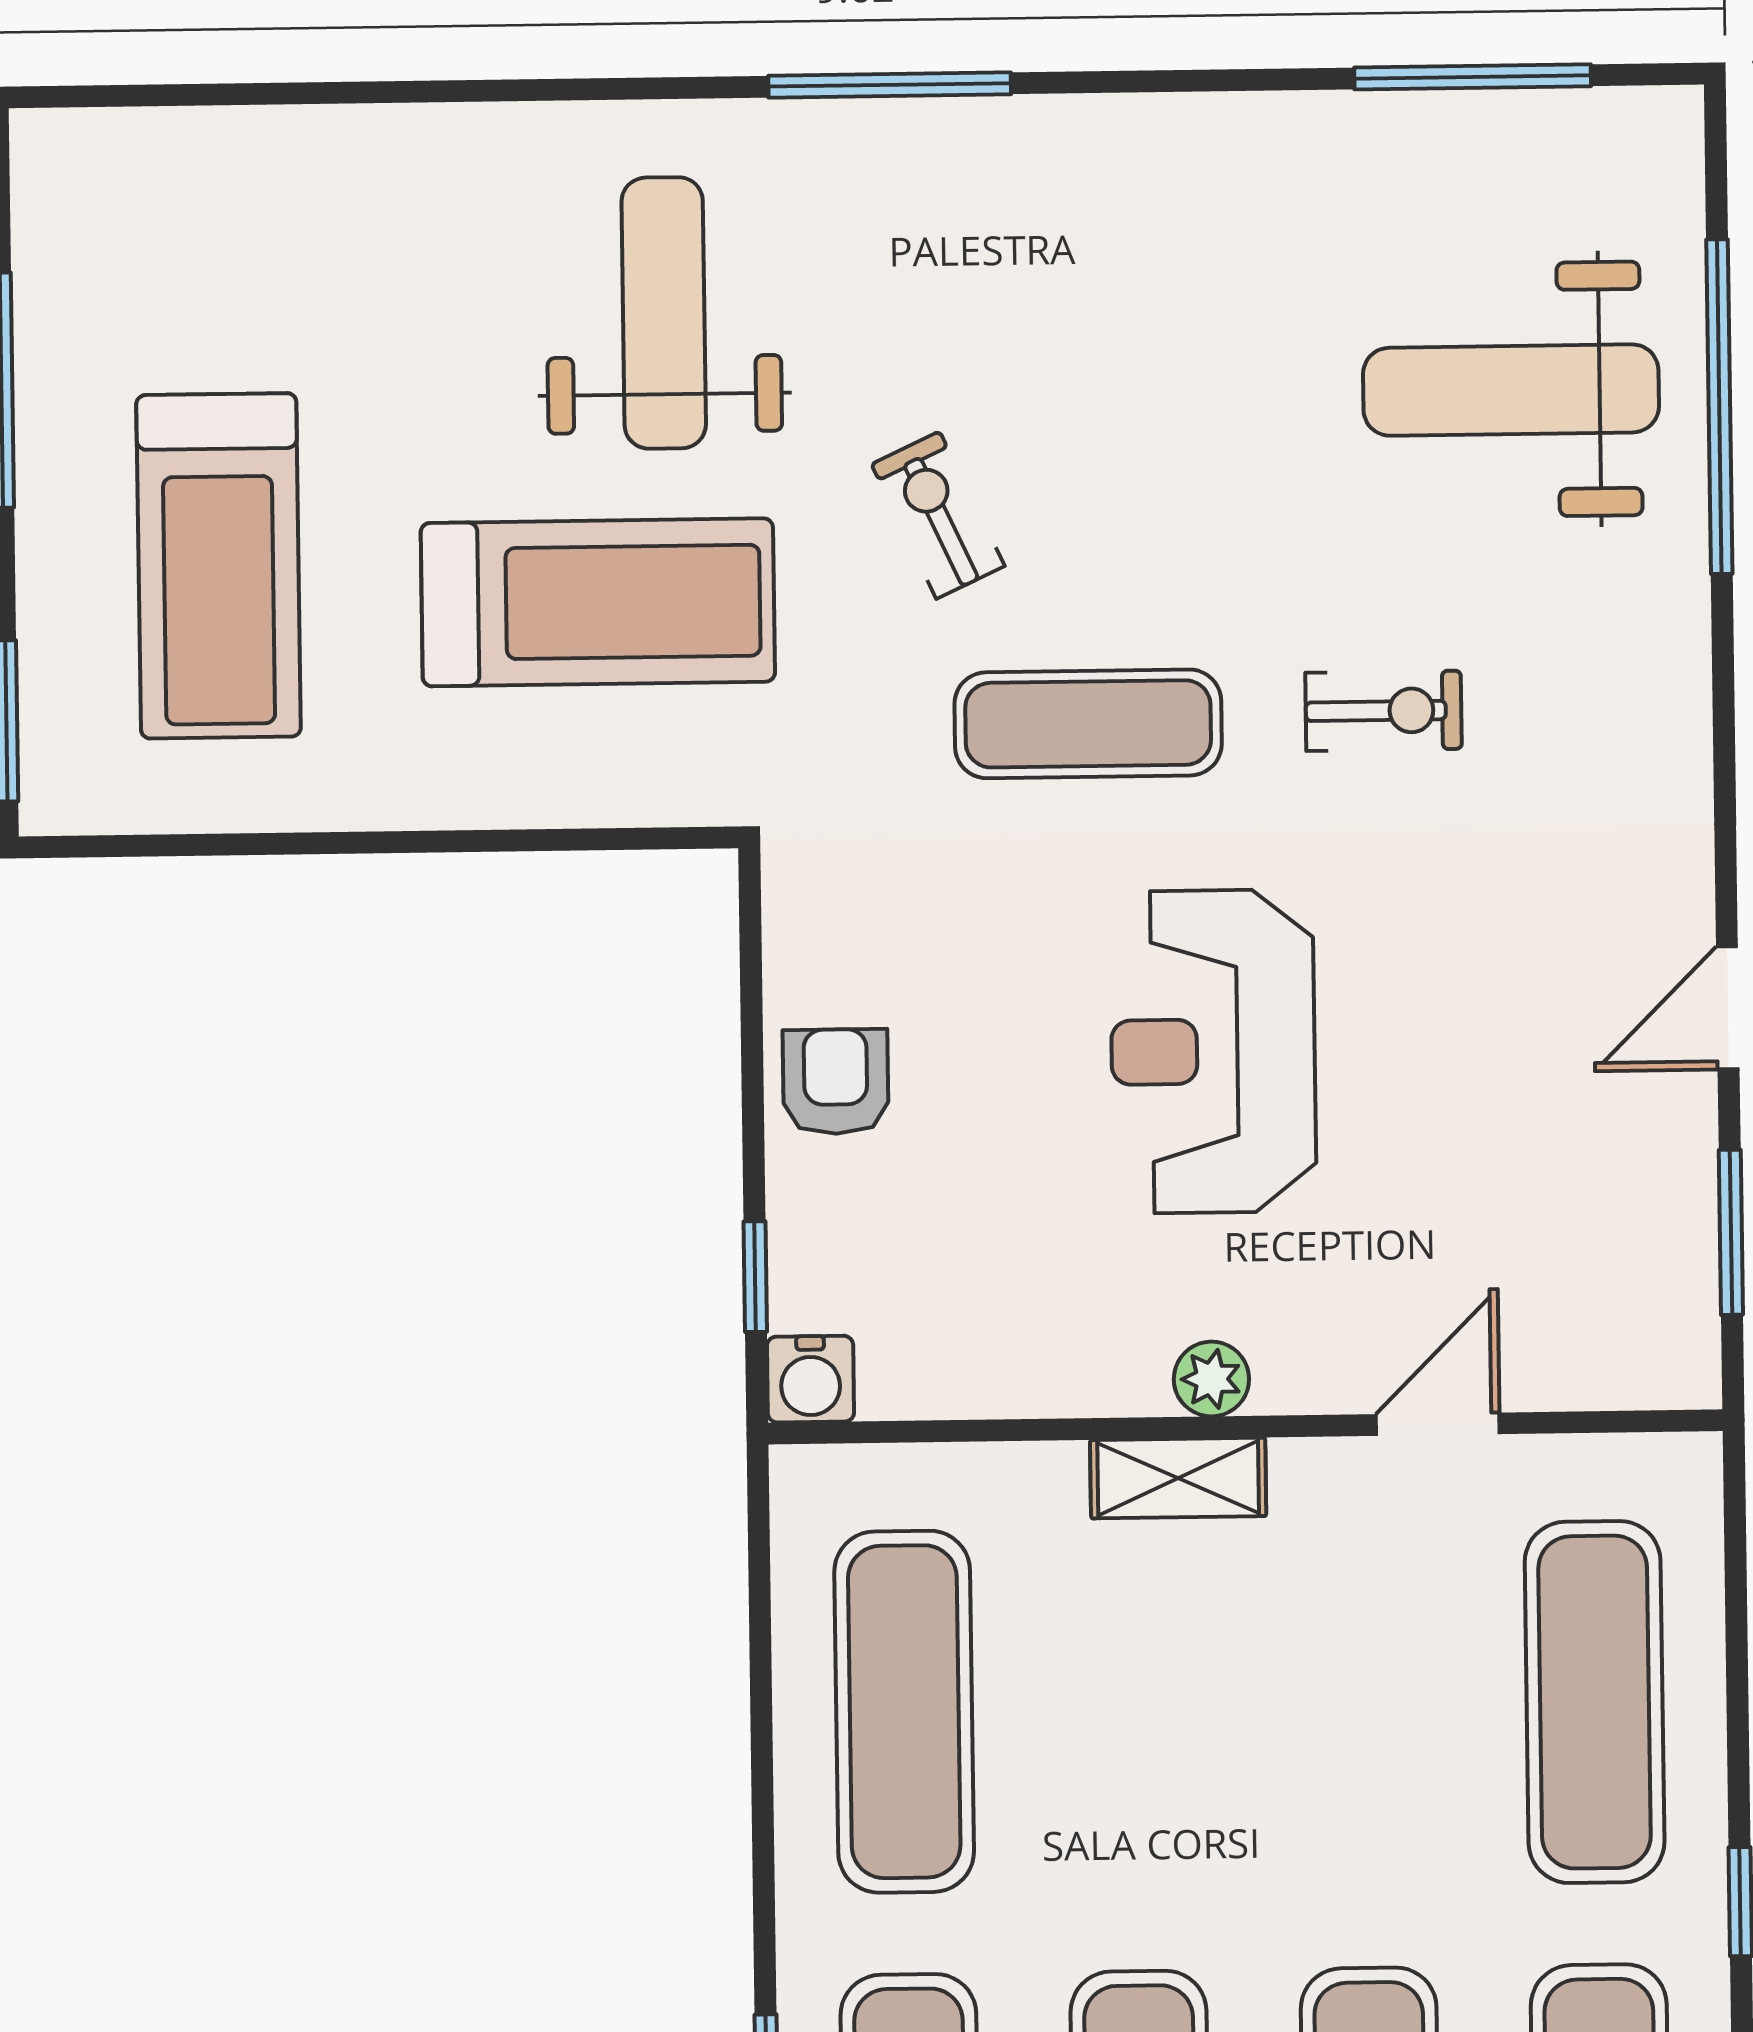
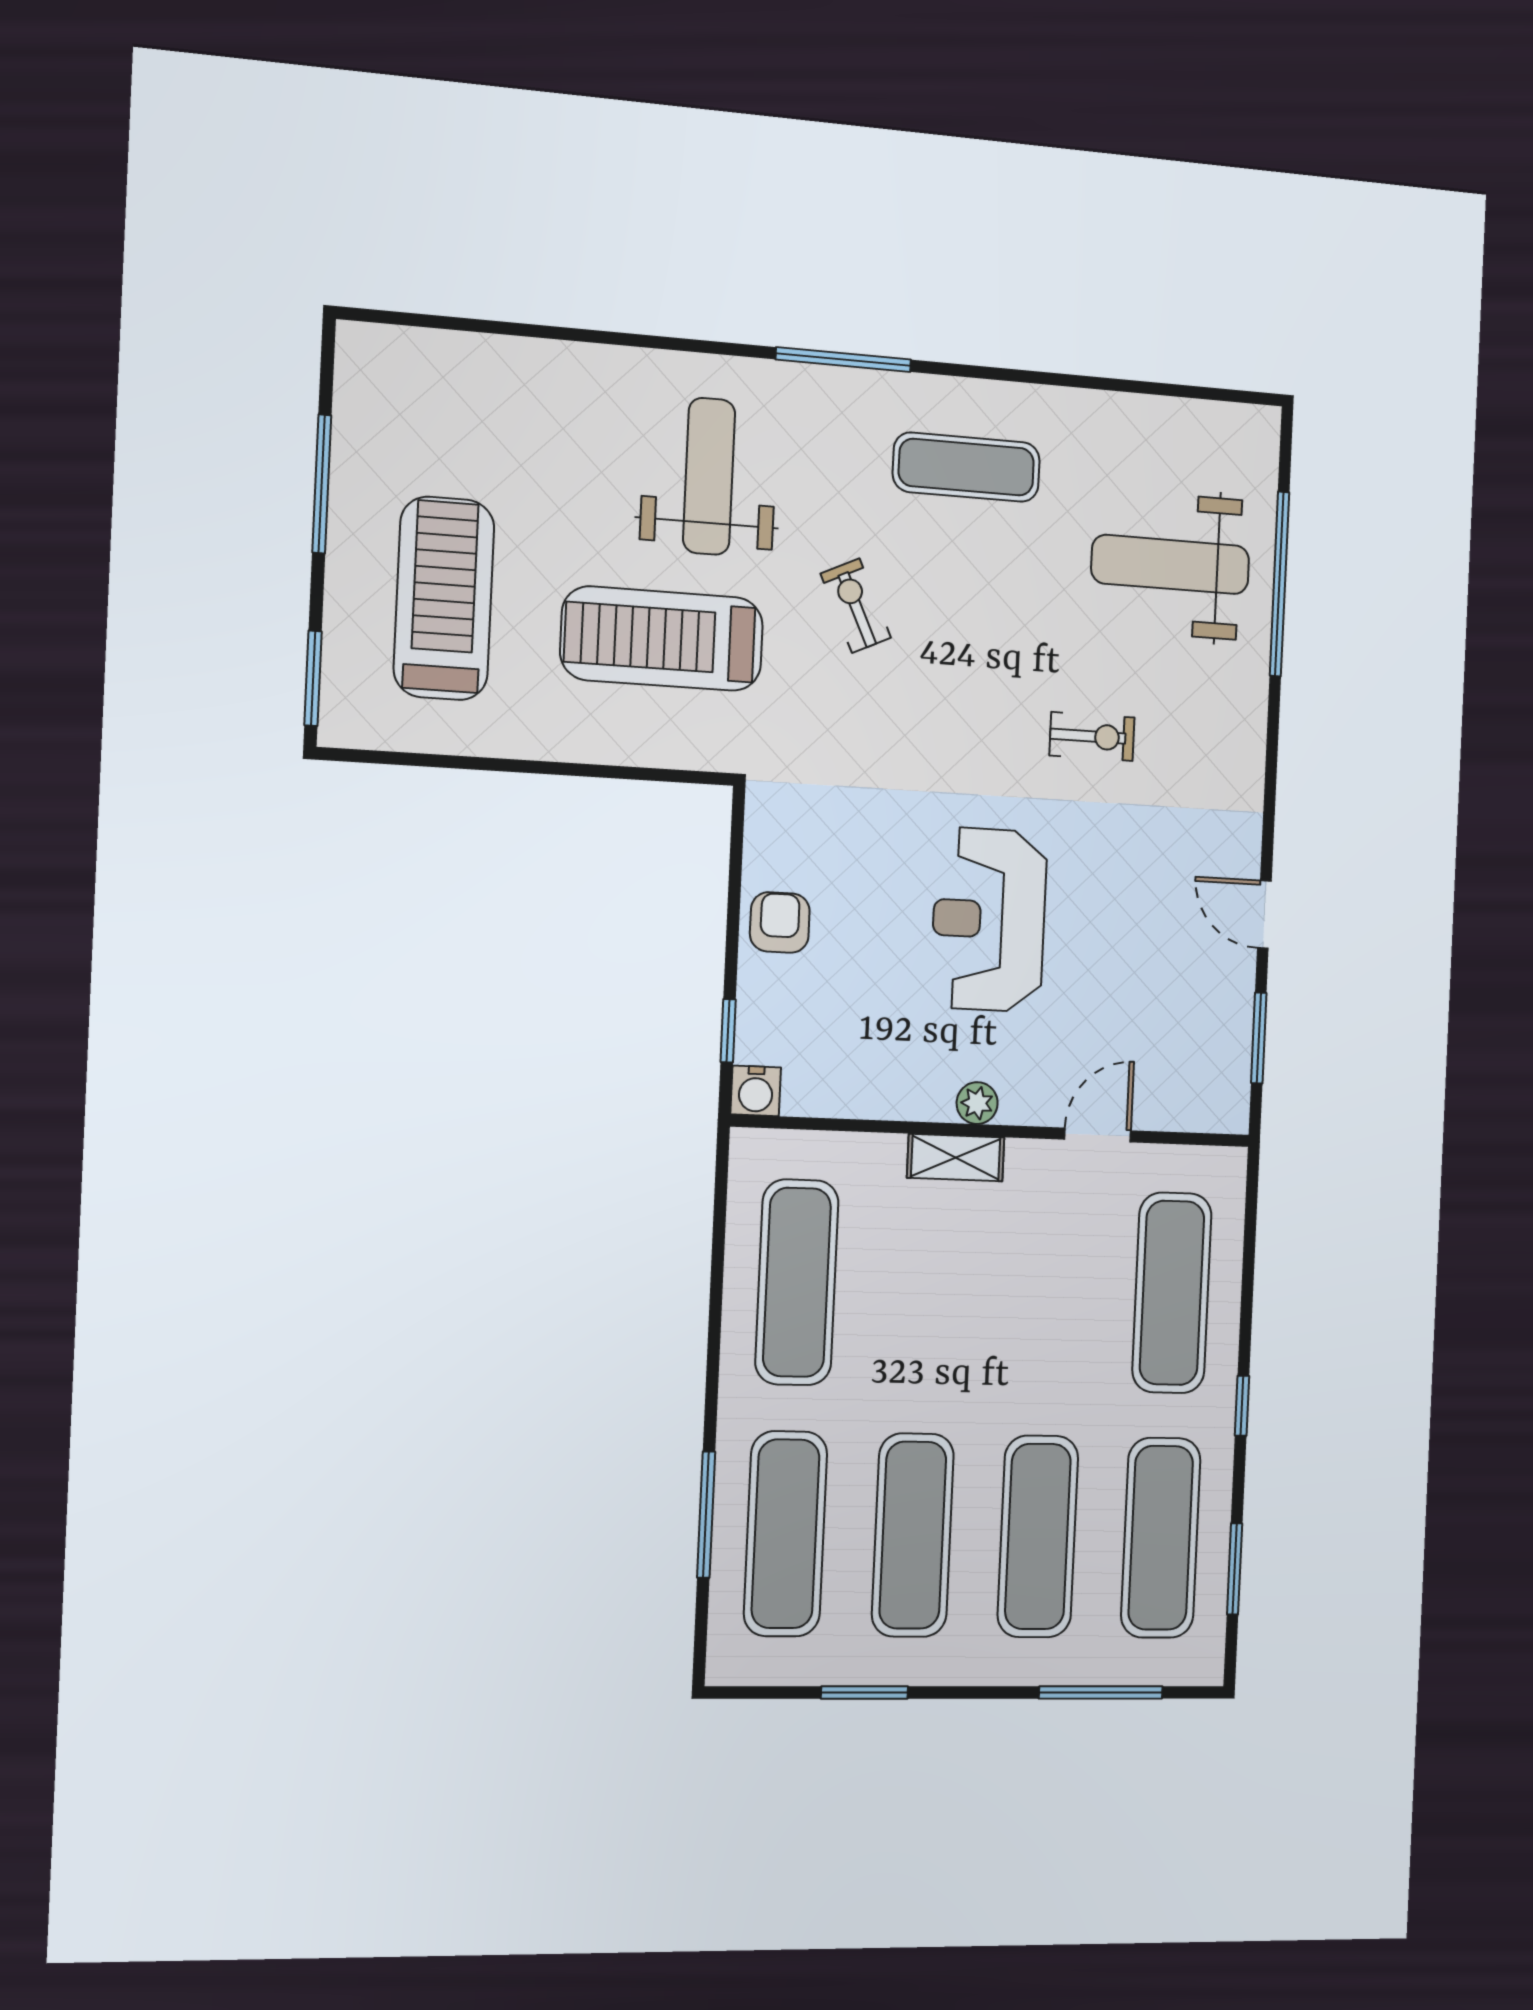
window: (1473, 77) -> (1160, 389), removed
treadmill: (219, 566) -> (444, 598), turned 180
treadmill: (598, 602) -> (662, 639), turned 180
exercise mat: (1088, 724) -> (966, 467), moved
door: (1728, 1008) -> (1264, 915), hinge flipped

